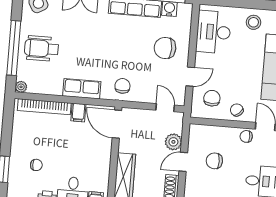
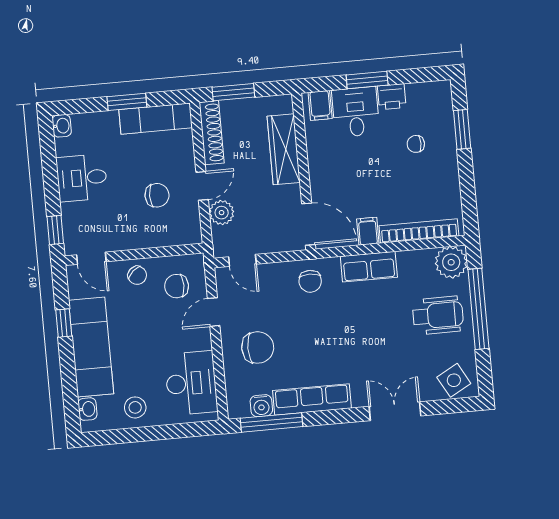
plant: (21, 87) -> (451, 262), width x1.87, depth x1.87
chair: (212, 98) -> (177, 286), turned 90
chair: (246, 136) -> (117, 239), removed

